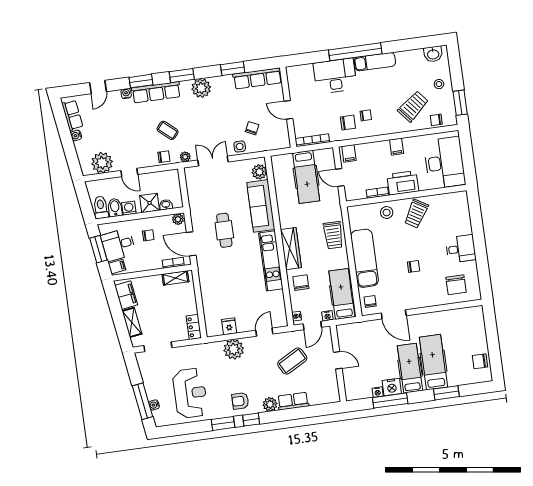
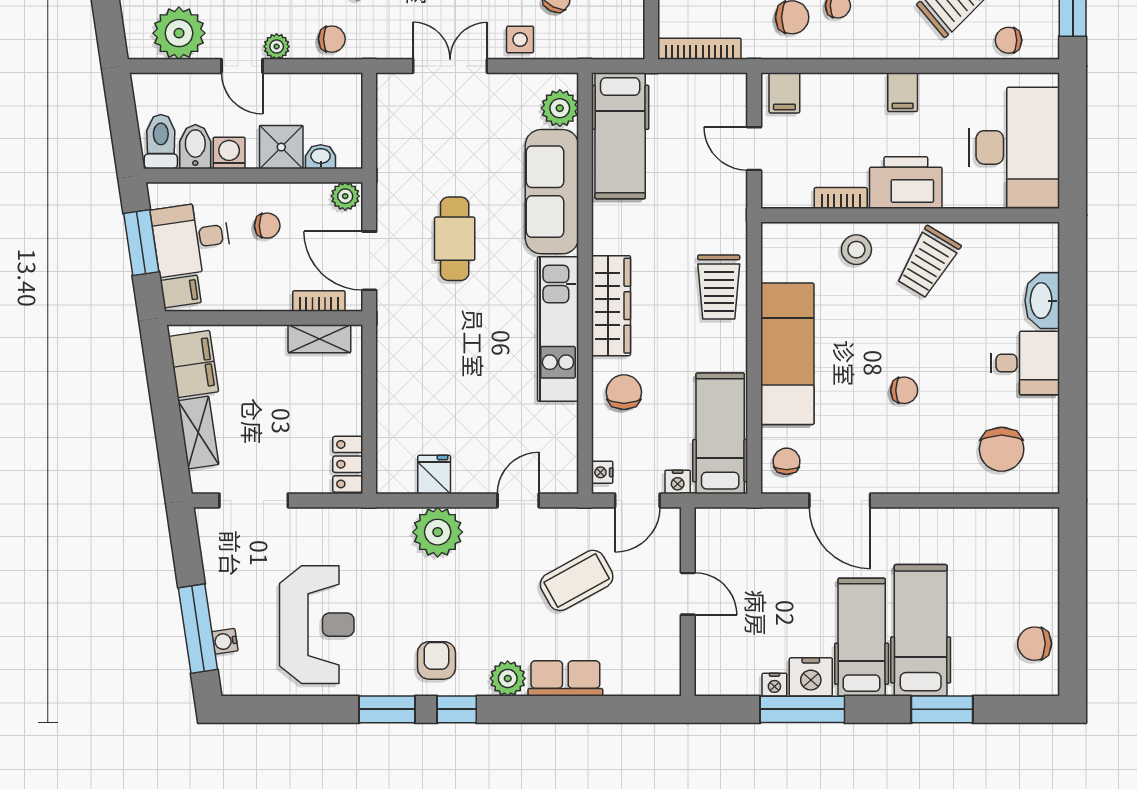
plant: (185, 157) -> (277, 47), moved
hospital bed: (306, 177) -> (620, 136), moved
washbasin: (464, 223) -> (1042, 301), added
armchair: (240, 401) -> (436, 660), turned 90

